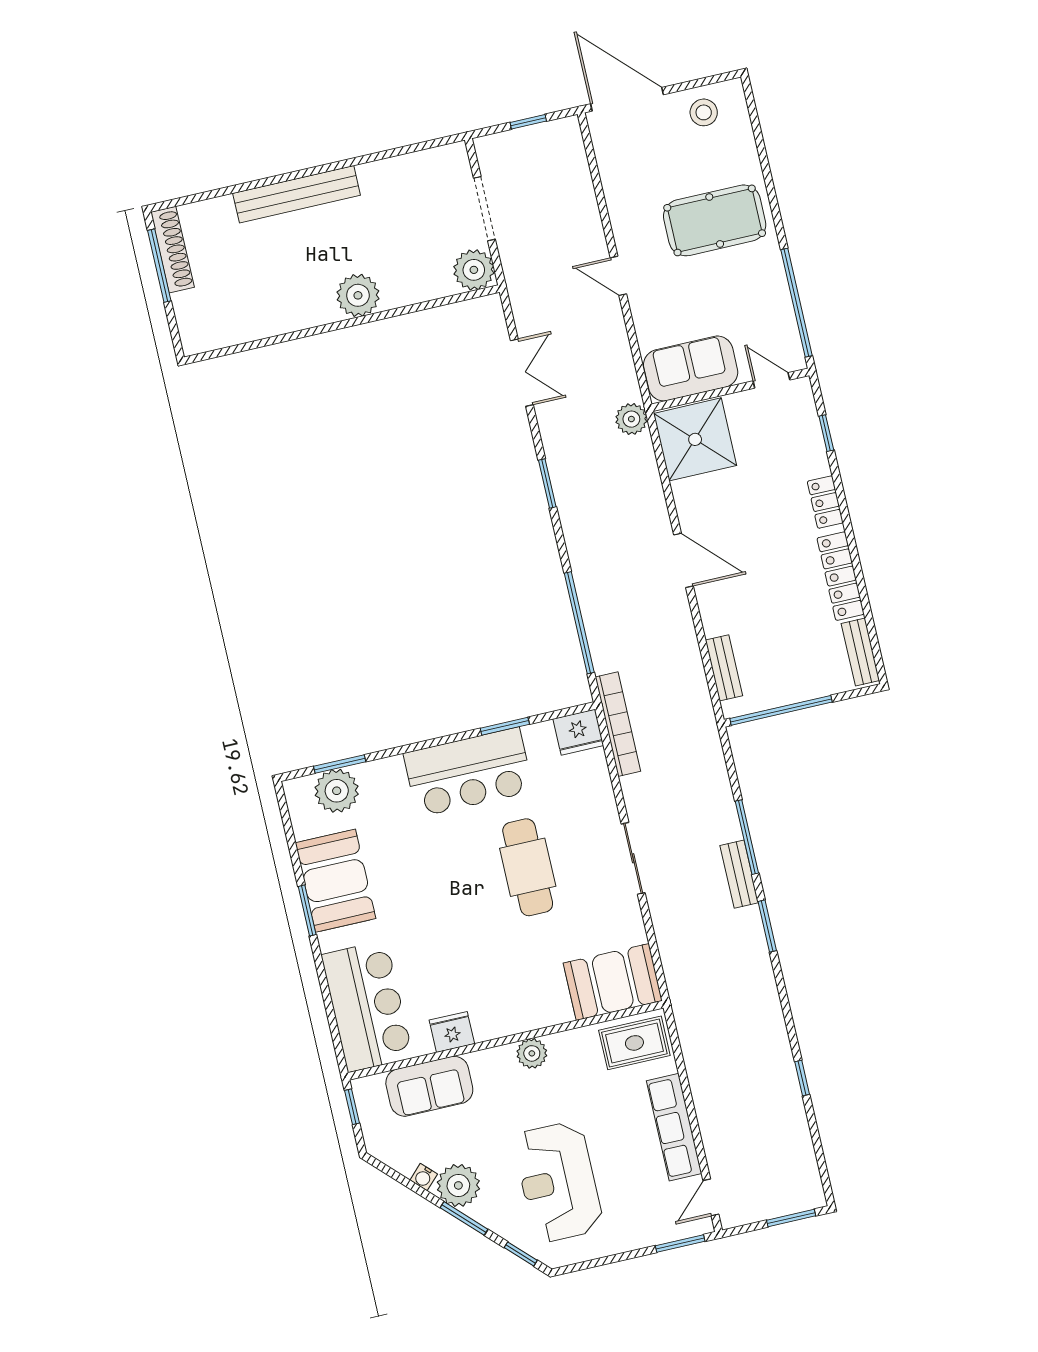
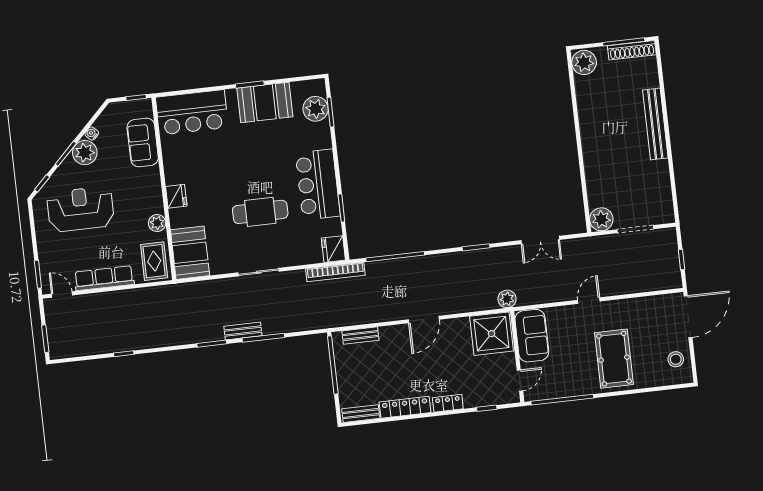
plant: (358, 295) -> (584, 62), moved
fridge: (452, 1032) -> (176, 196), moved
plant: (532, 1053) -> (157, 223), moved

